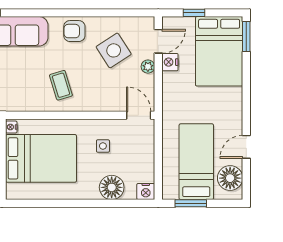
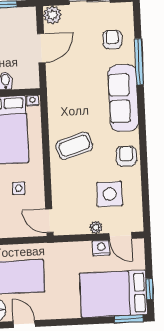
window: (194, 13) -> (150, 289), moved
side table: (114, 50) -> (110, 194), turned 33
coffee table: (61, 85) -> (74, 146), width x1.36, depth x1.30
door: (139, 115) -> (49, 221), swing flipped

